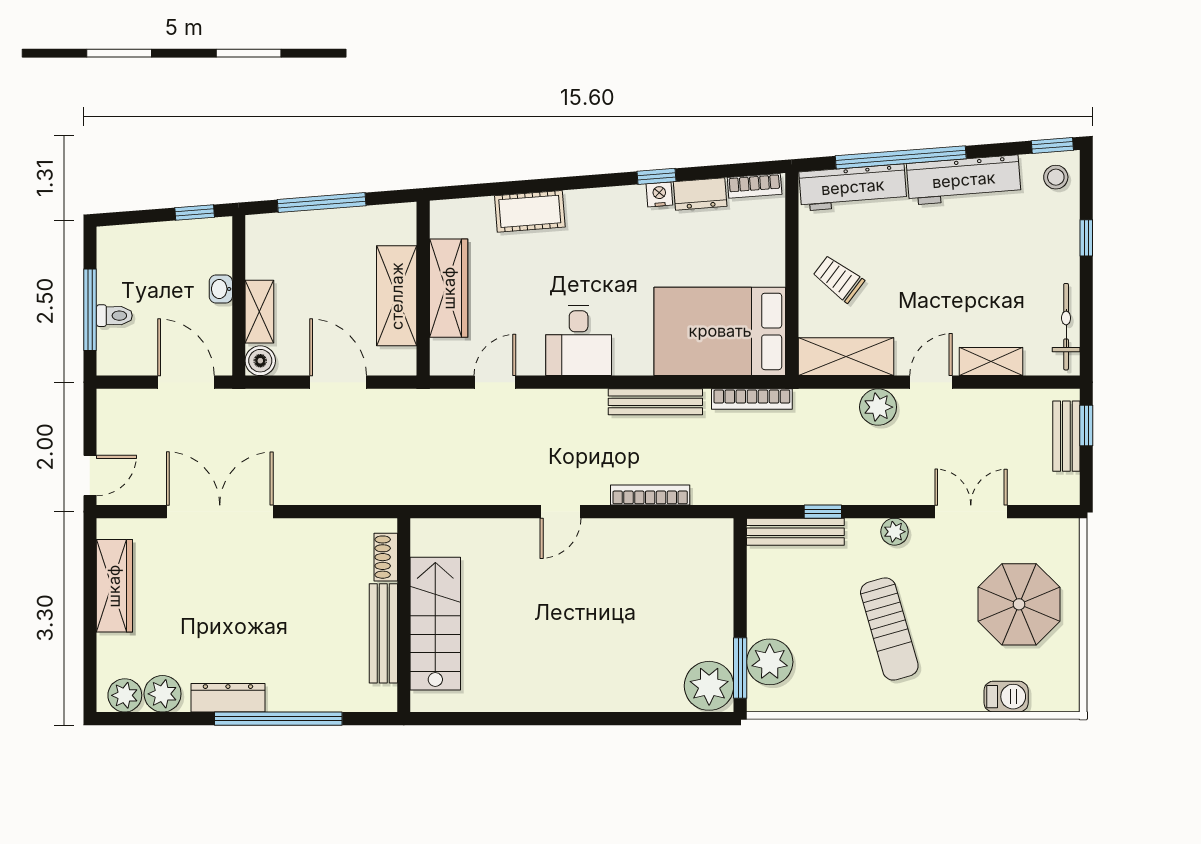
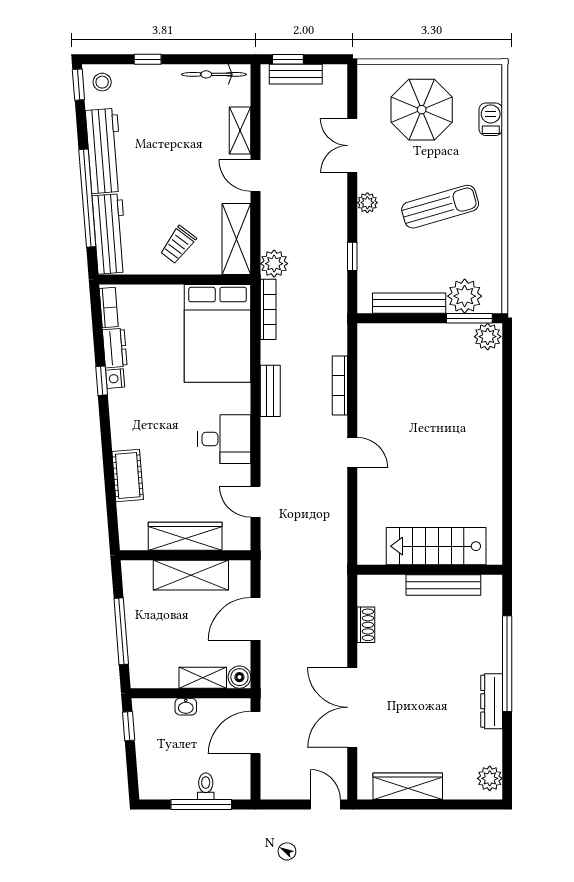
bench: (655, 402) -> (270, 391), width x0.73
plant: (878, 407) -> (274, 264), moved
bench: (795, 532) -> (409, 303), moved, turned 90
shoe rack: (386, 557) -> (366, 625), moved, turned -90
plant: (709, 686) -> (488, 337), width x0.73, depth x0.73
plant: (163, 694) -> (489, 750), removed

